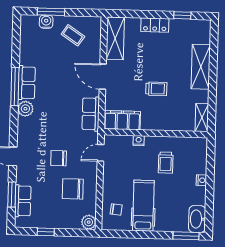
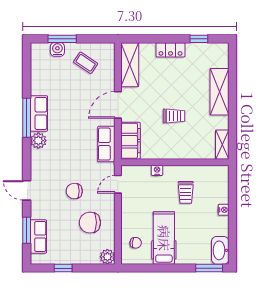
door: (103, 77) -> (118, 105), hinge flipped
filing cabinet: (122, 120) -> (130, 141), moved, turned 90

